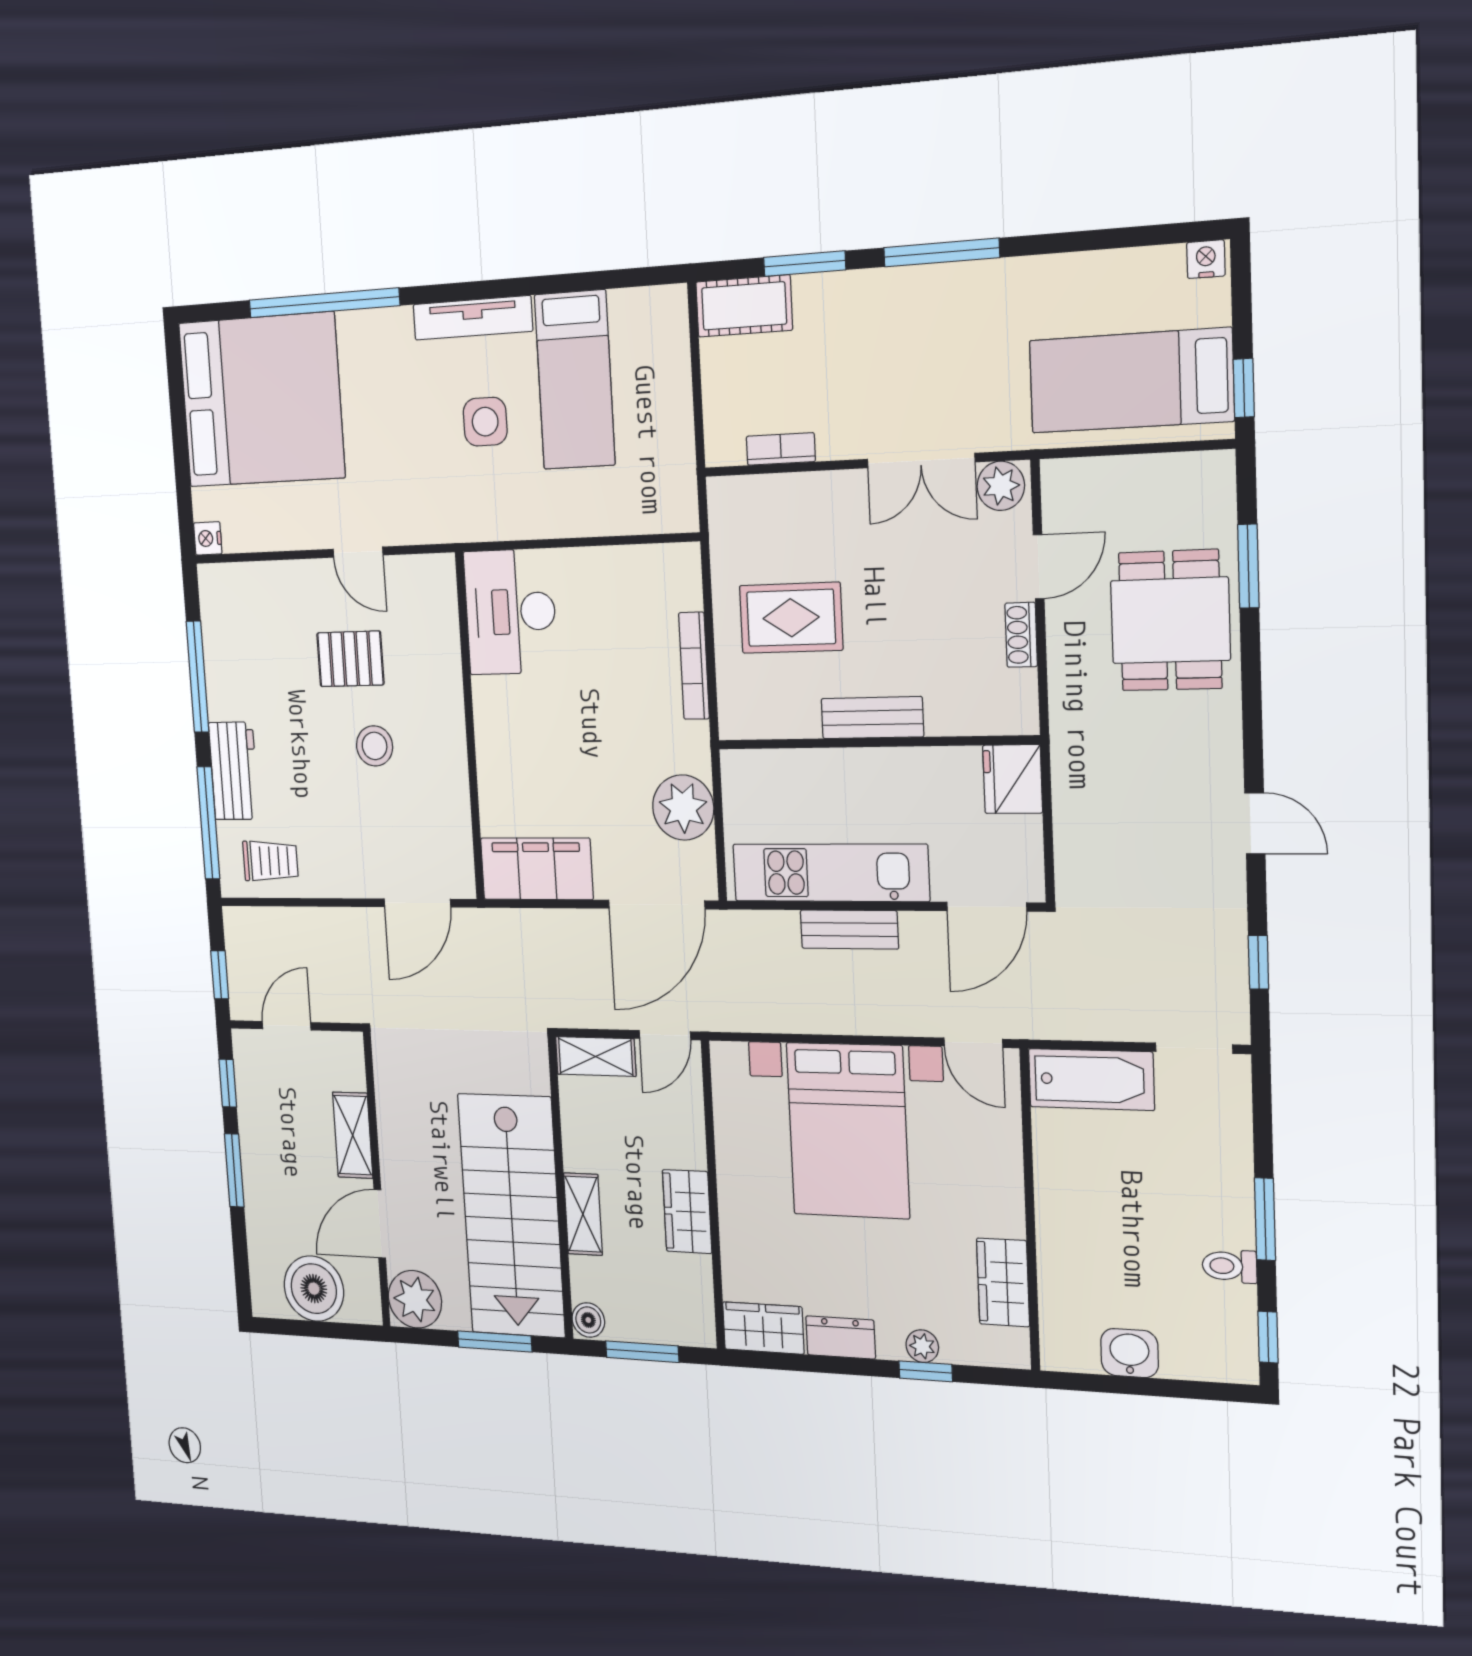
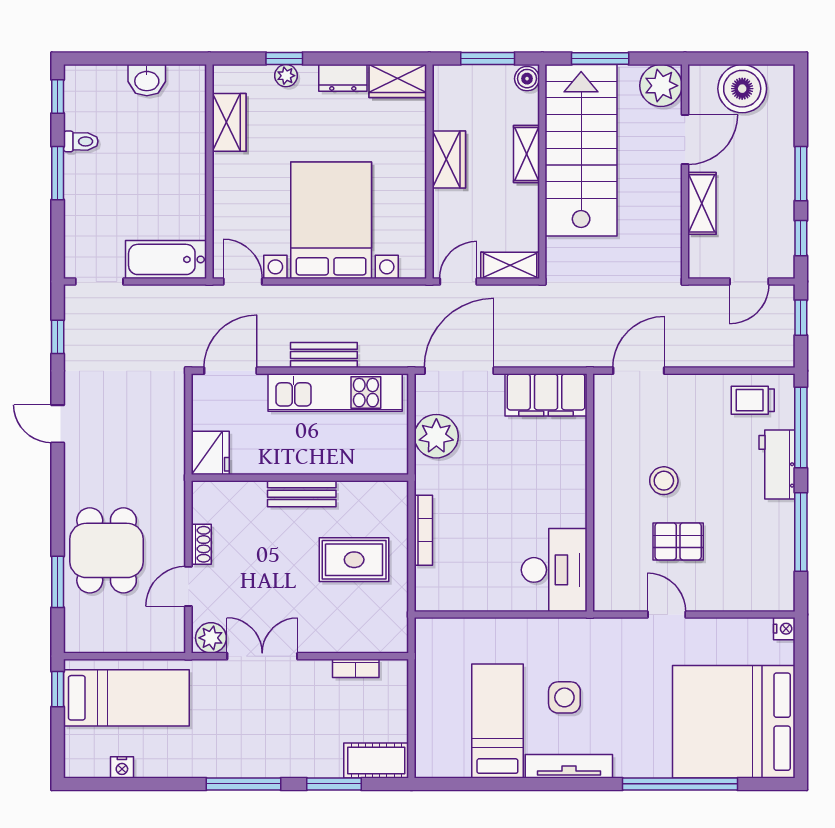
nightstand: (1206, 259) -> (122, 767), moved

